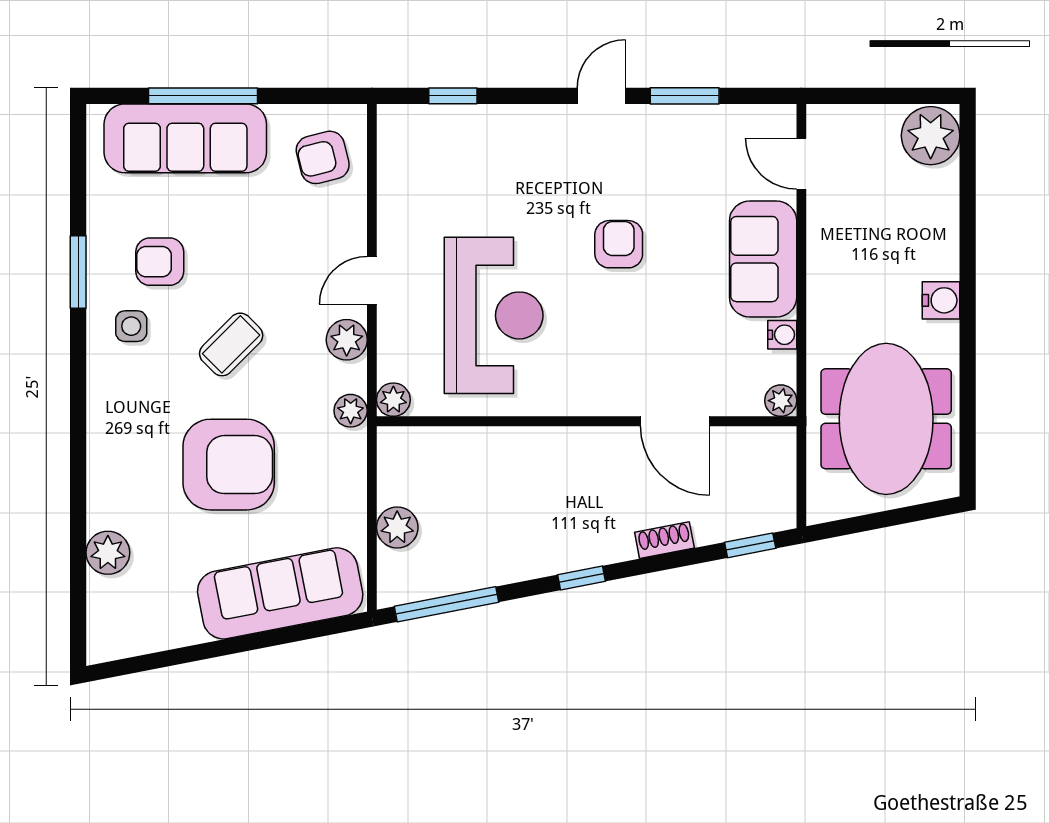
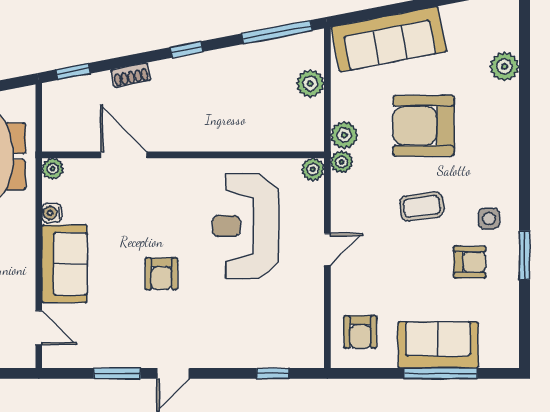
sofa: (185, 138) -> (438, 345), width x0.73
armchair: (323, 157) -> (360, 332), turned 104
plant: (347, 340) -> (344, 135), moved
coffee table: (231, 344) -> (422, 206), turned 37

